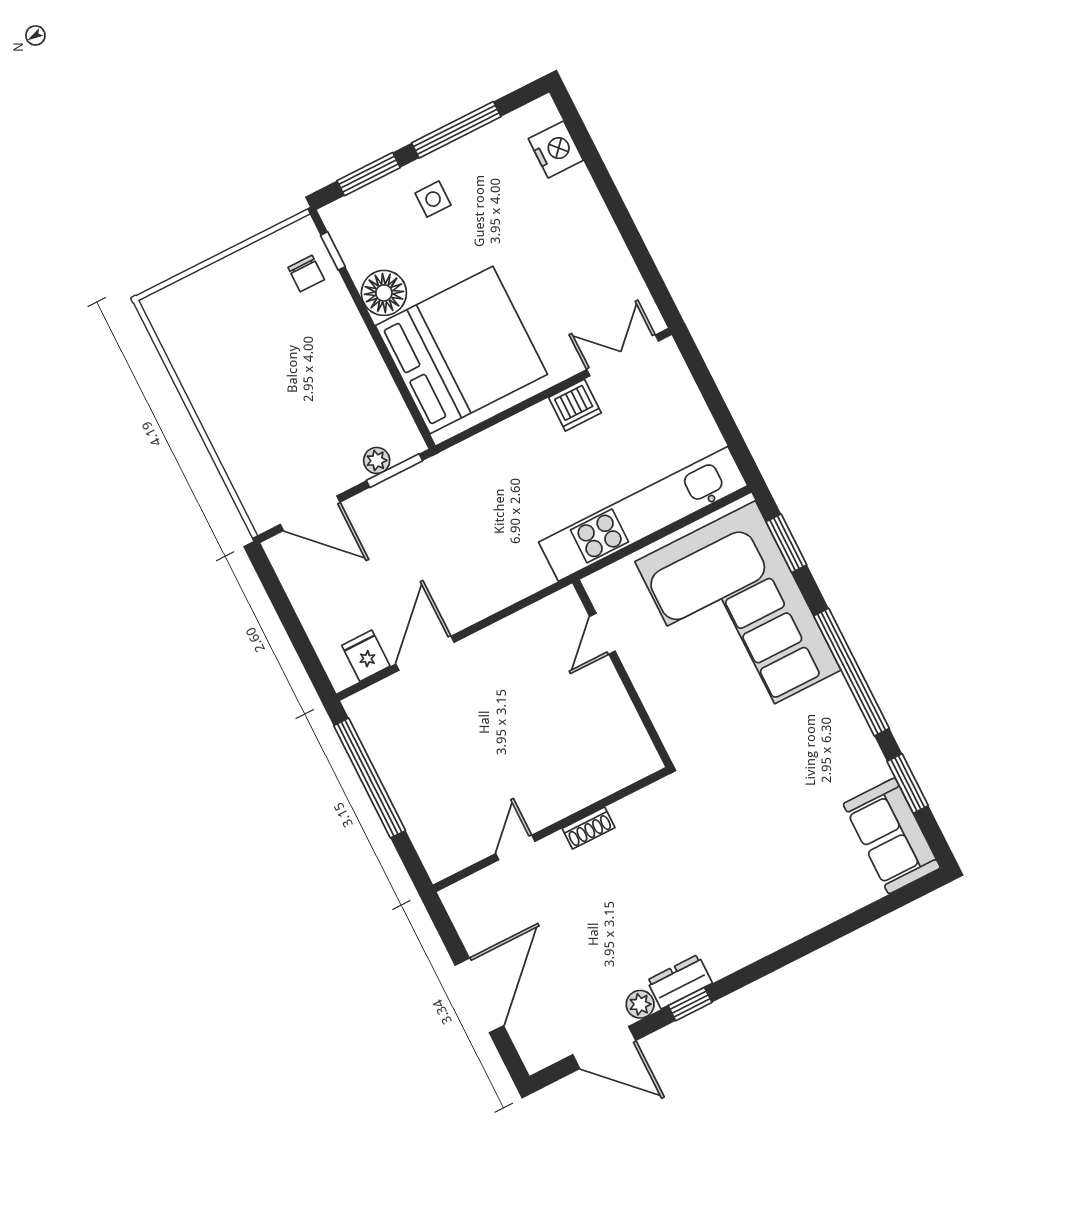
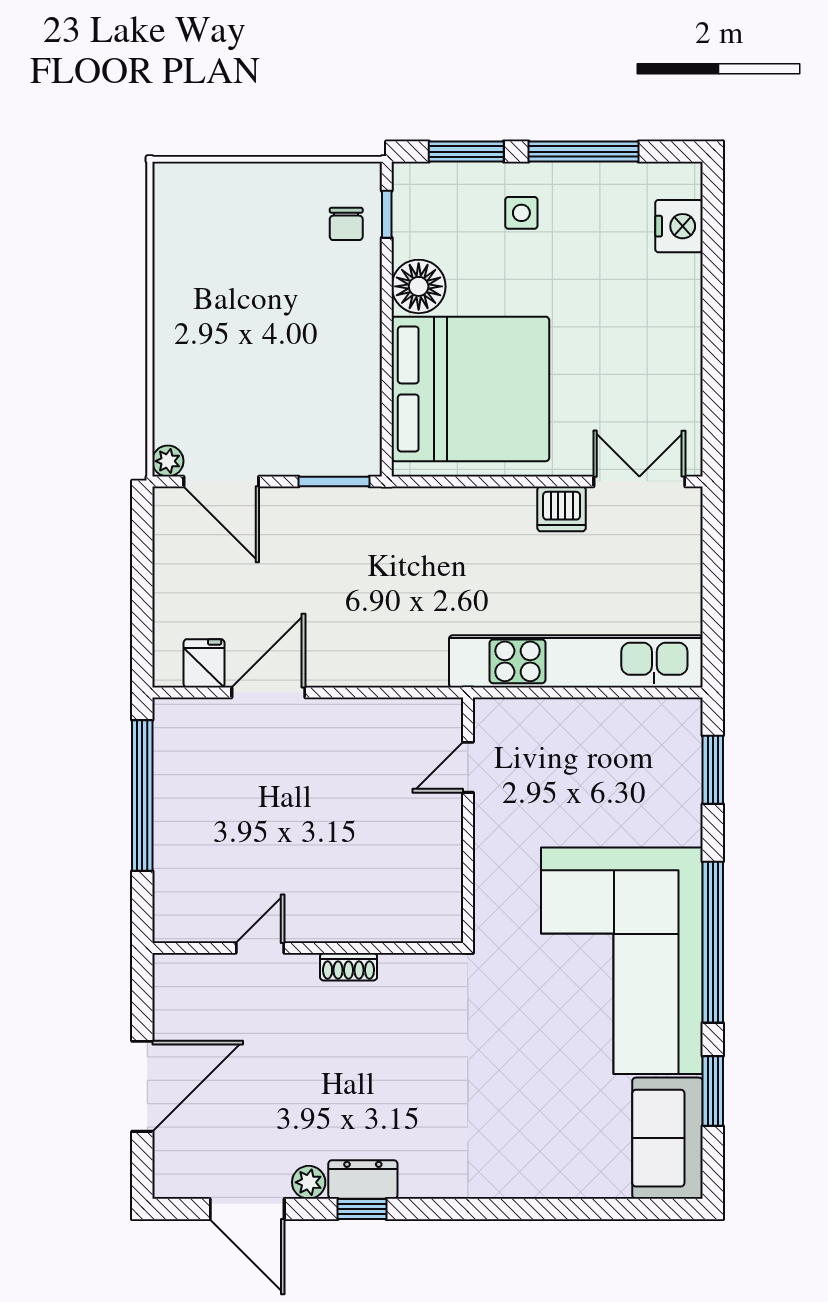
plant: (377, 460) -> (168, 461), moved
corner sofa: (738, 616) -> (622, 961), moved

